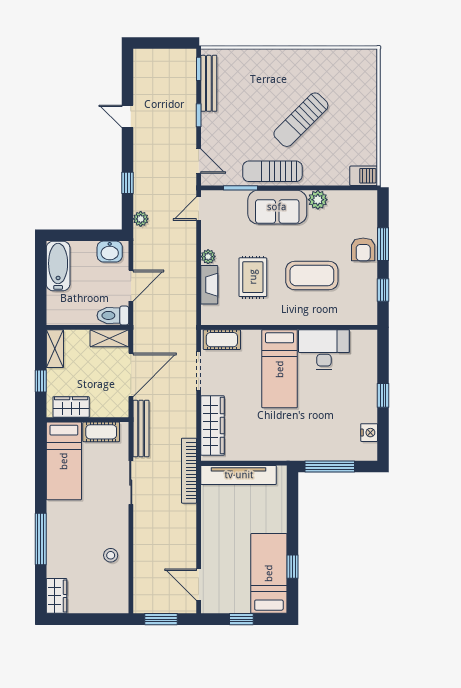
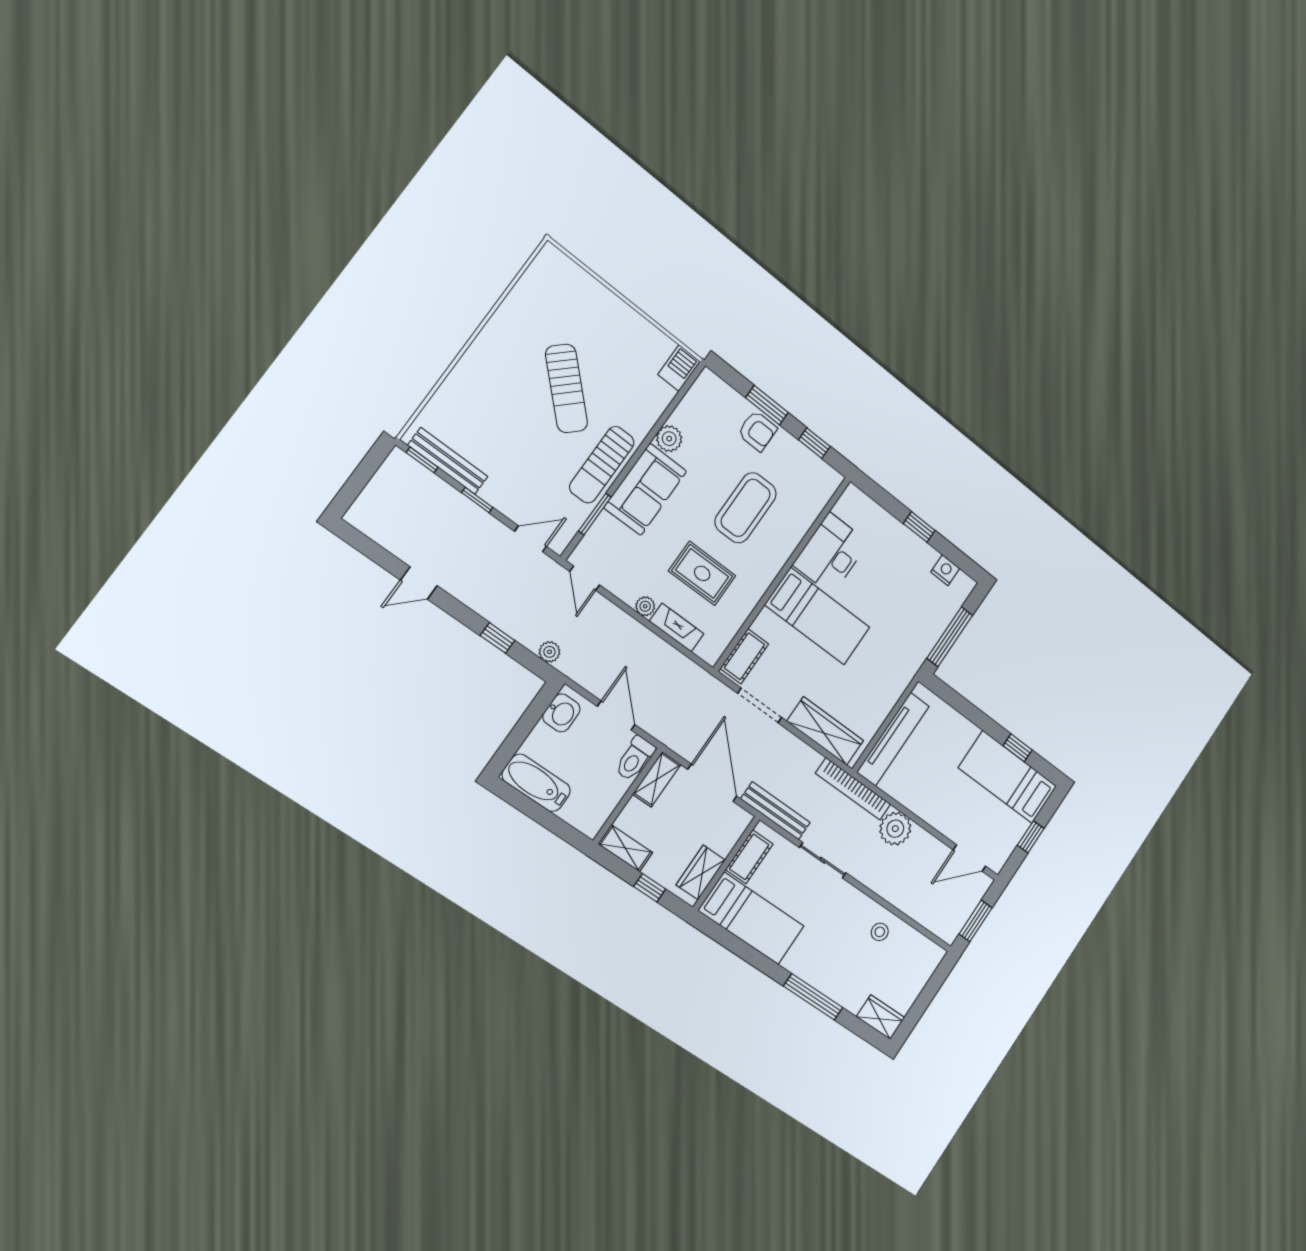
plant: (183, 518) -> (895, 829), added

